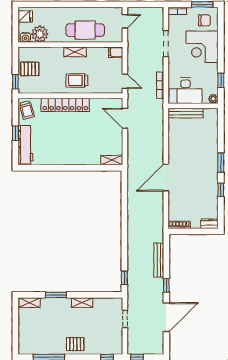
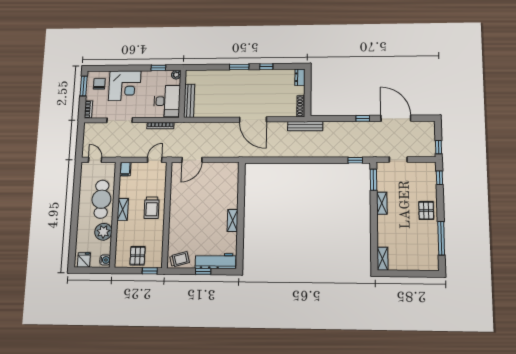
plant: (40, 34) -> (103, 232), moved
locker: (65, 105) -> (176, 220), removed
shelving: (112, 160) -> (233, 220), moved
bench: (159, 260) -> (305, 126), moved
window: (56, 295) -> (373, 180), moved

